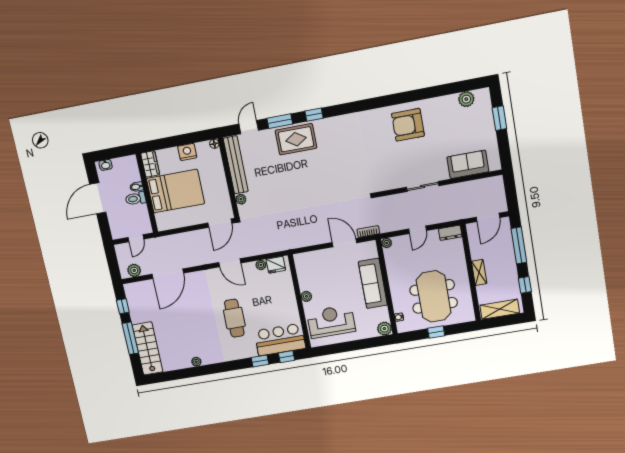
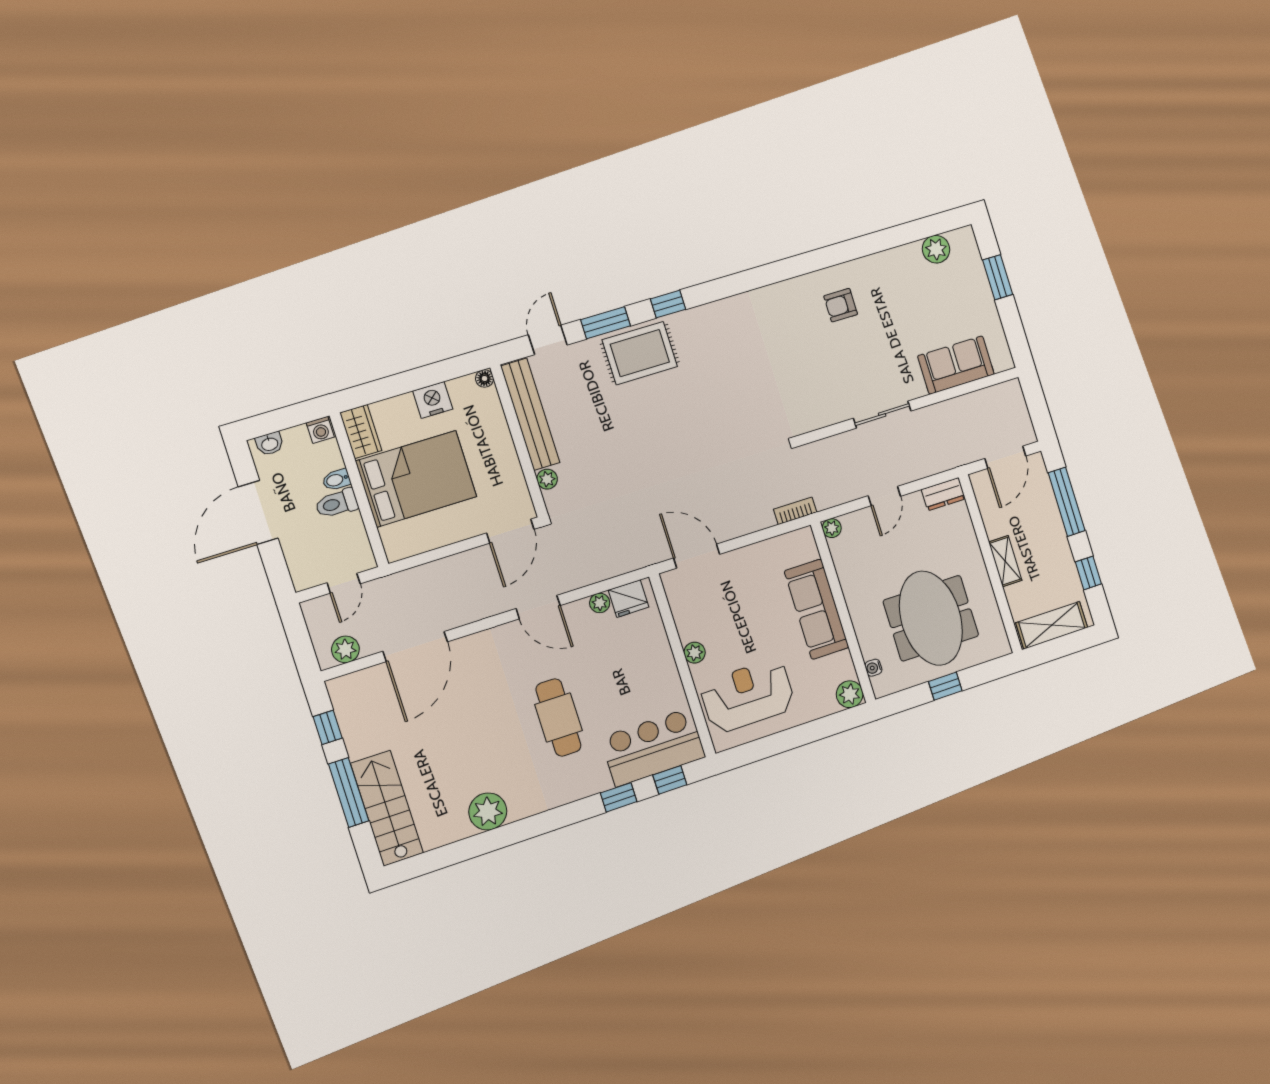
armchair: (408, 125) -> (841, 305), width x0.53, depth x0.53
washing machine: (131, 161) -> (320, 430), added
door: (345, 243) -> (697, 556), moved
plant: (196, 362) -> (488, 811), width x1.88, depth x1.88

